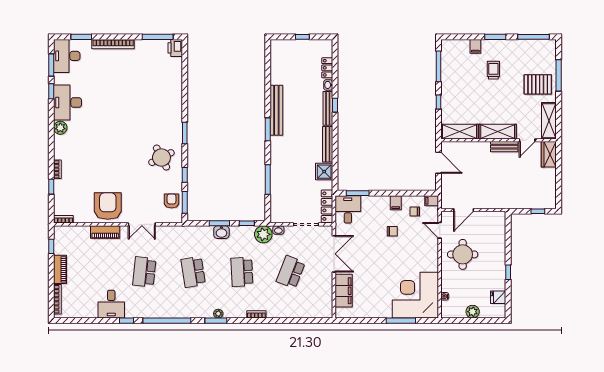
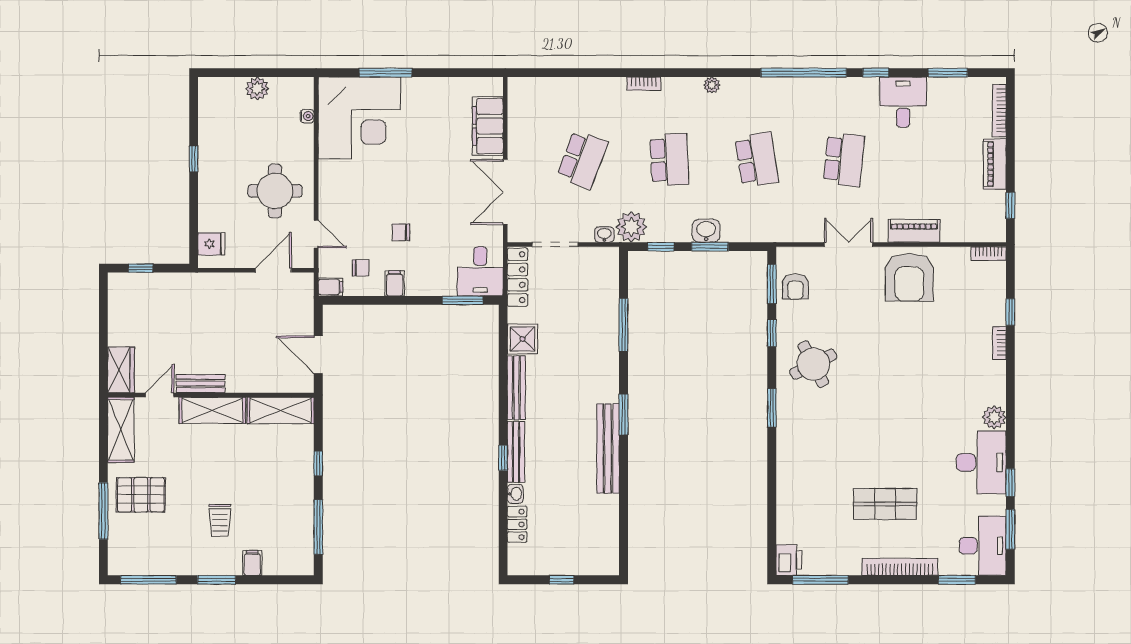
shop shelf: (121, 79) -> (885, 504), added
fridge: (498, 297) -> (211, 244), moved
window: (216, 321) -> (948, 73), moved

